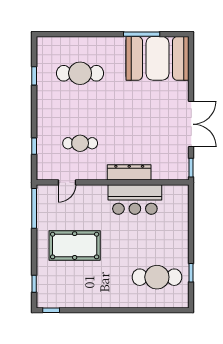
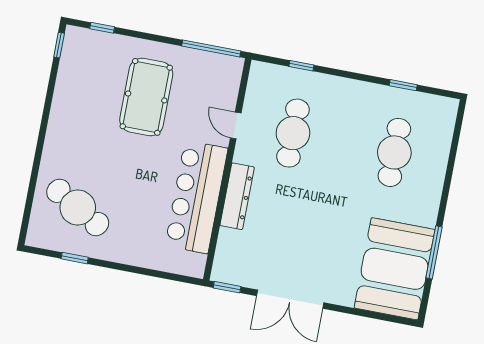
cafe table: (80, 143) -> (293, 133), width x1.37, depth x1.35
door: (67, 182) -> (236, 126), moved
bar counter: (135, 199) -> (196, 197), width x1.36
cafe table: (157, 277) -> (78, 207), turned -60

